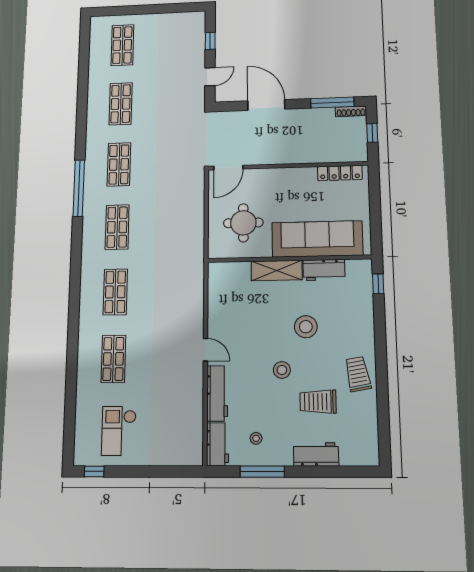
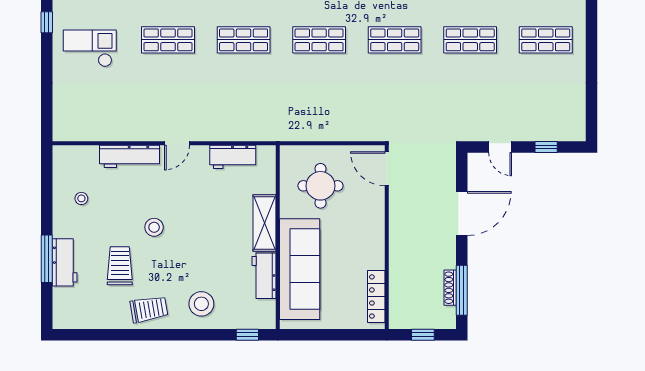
shoe rack: (351, 111) -> (450, 288), moved
stool: (306, 327) -> (201, 304), moved
workbench: (218, 444) -> (233, 157), moved
window: (262, 472) -> (47, 259), moved

